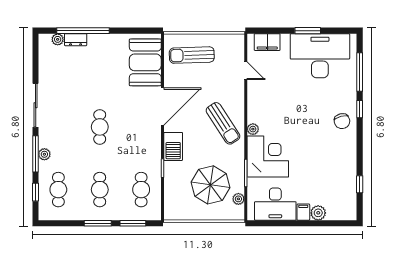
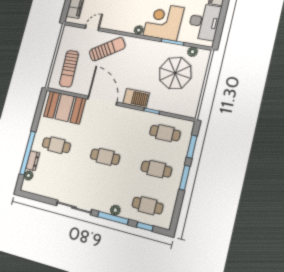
cafe table: (100, 64) -> (56, 145), added
sun lounger: (223, 123) -> (107, 49), moved

